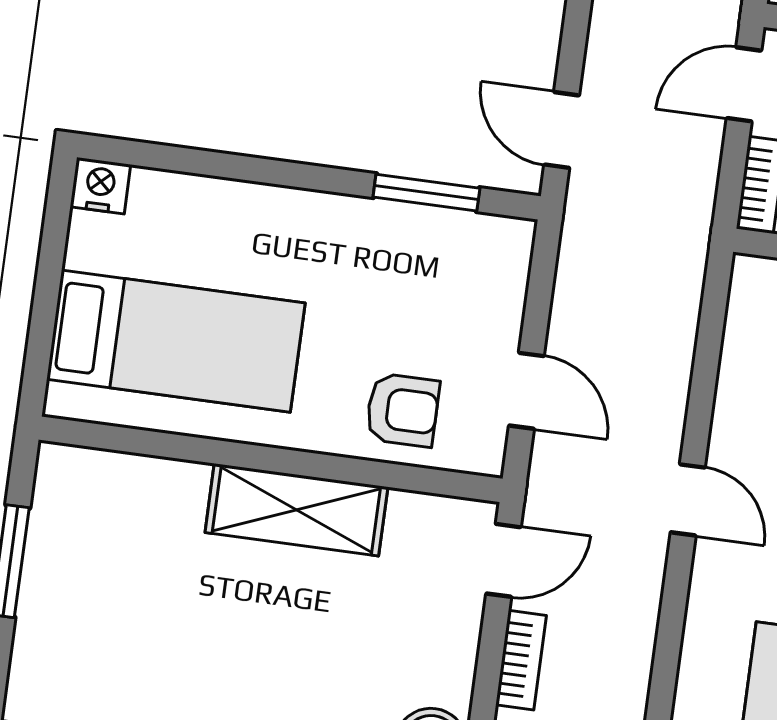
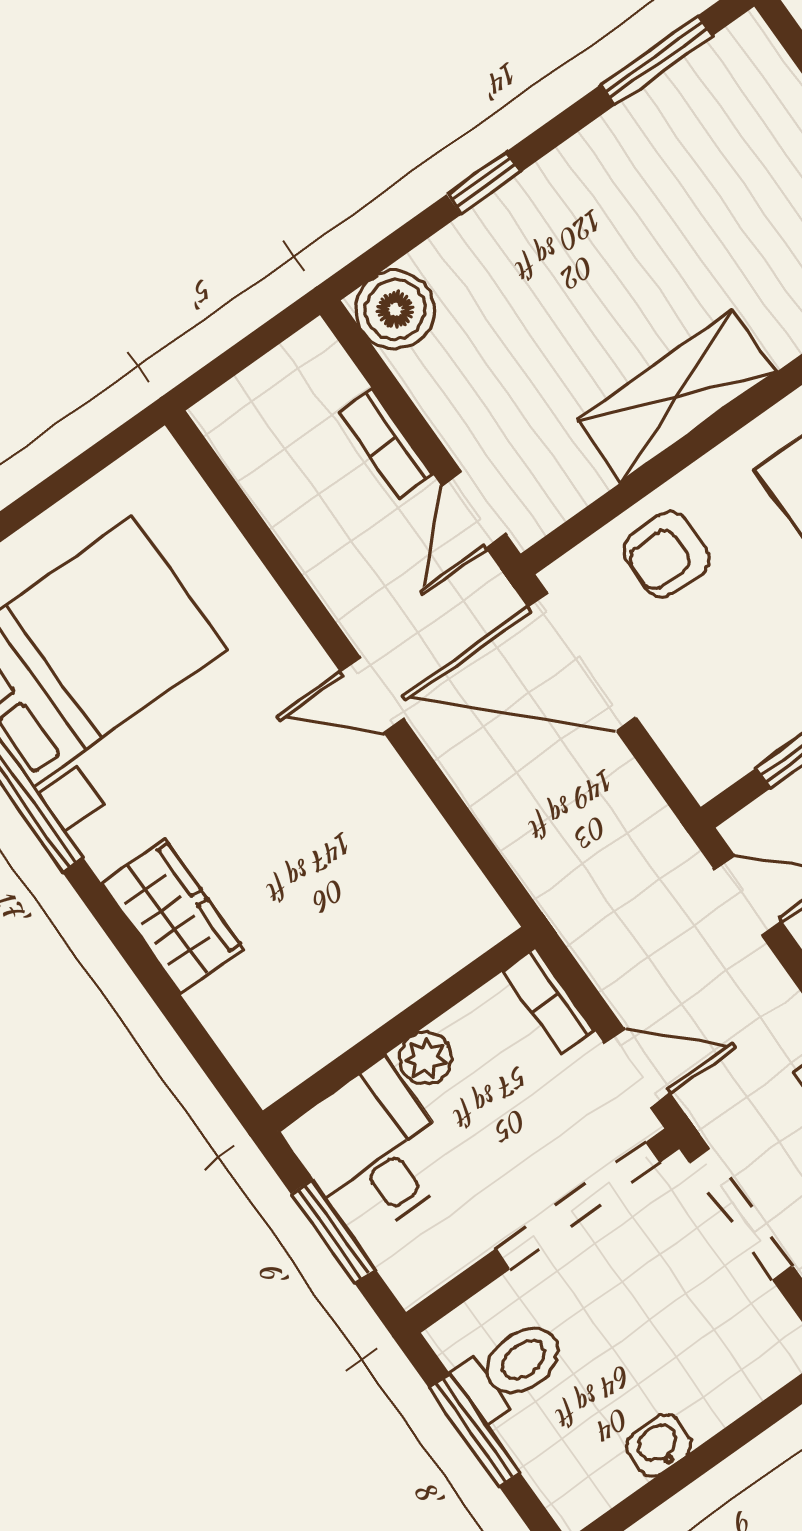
door: (744, 84) -> (637, 1068), hinge flipped
door: (526, 391) -> (582, 662), width x1.87

